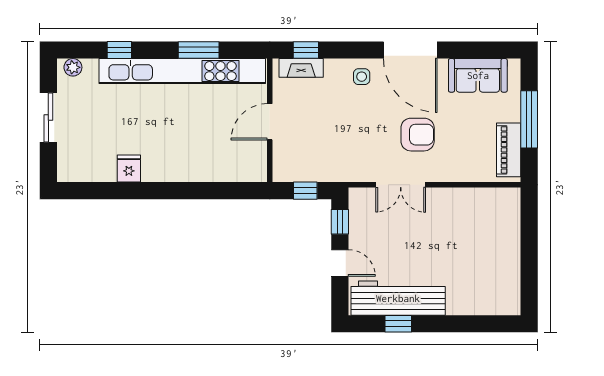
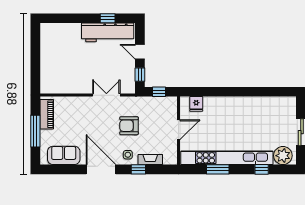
window: (306, 50) -> (138, 169), moved
plant: (73, 67) -> (283, 156), width x1.88, depth x1.88
fireplace: (301, 68) -> (150, 160), moved
armchair: (418, 135) -> (129, 126), moved
fridge: (129, 169) -> (196, 104), moved

